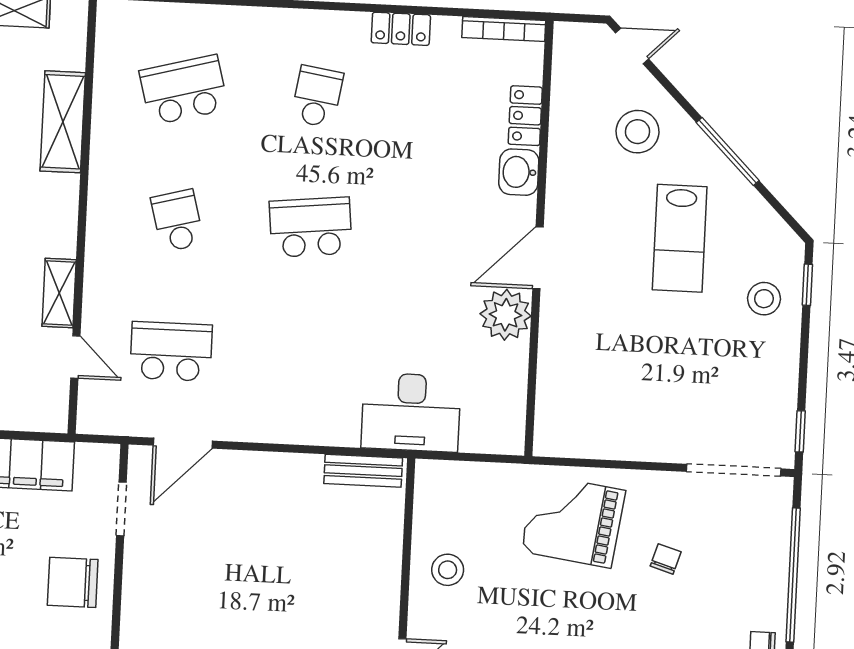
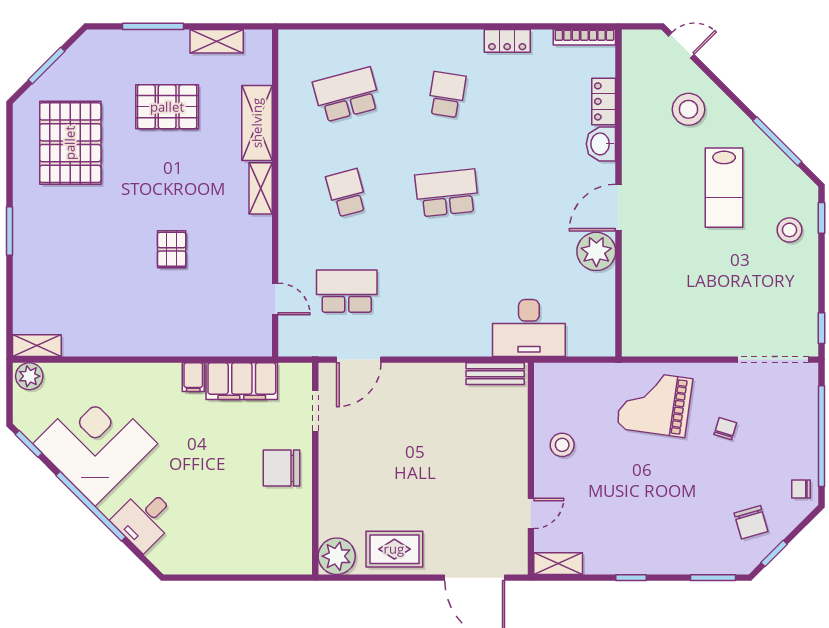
window: (728, 152) -> (777, 141), moved
shelving: (59, 293) -> (261, 188), moved

